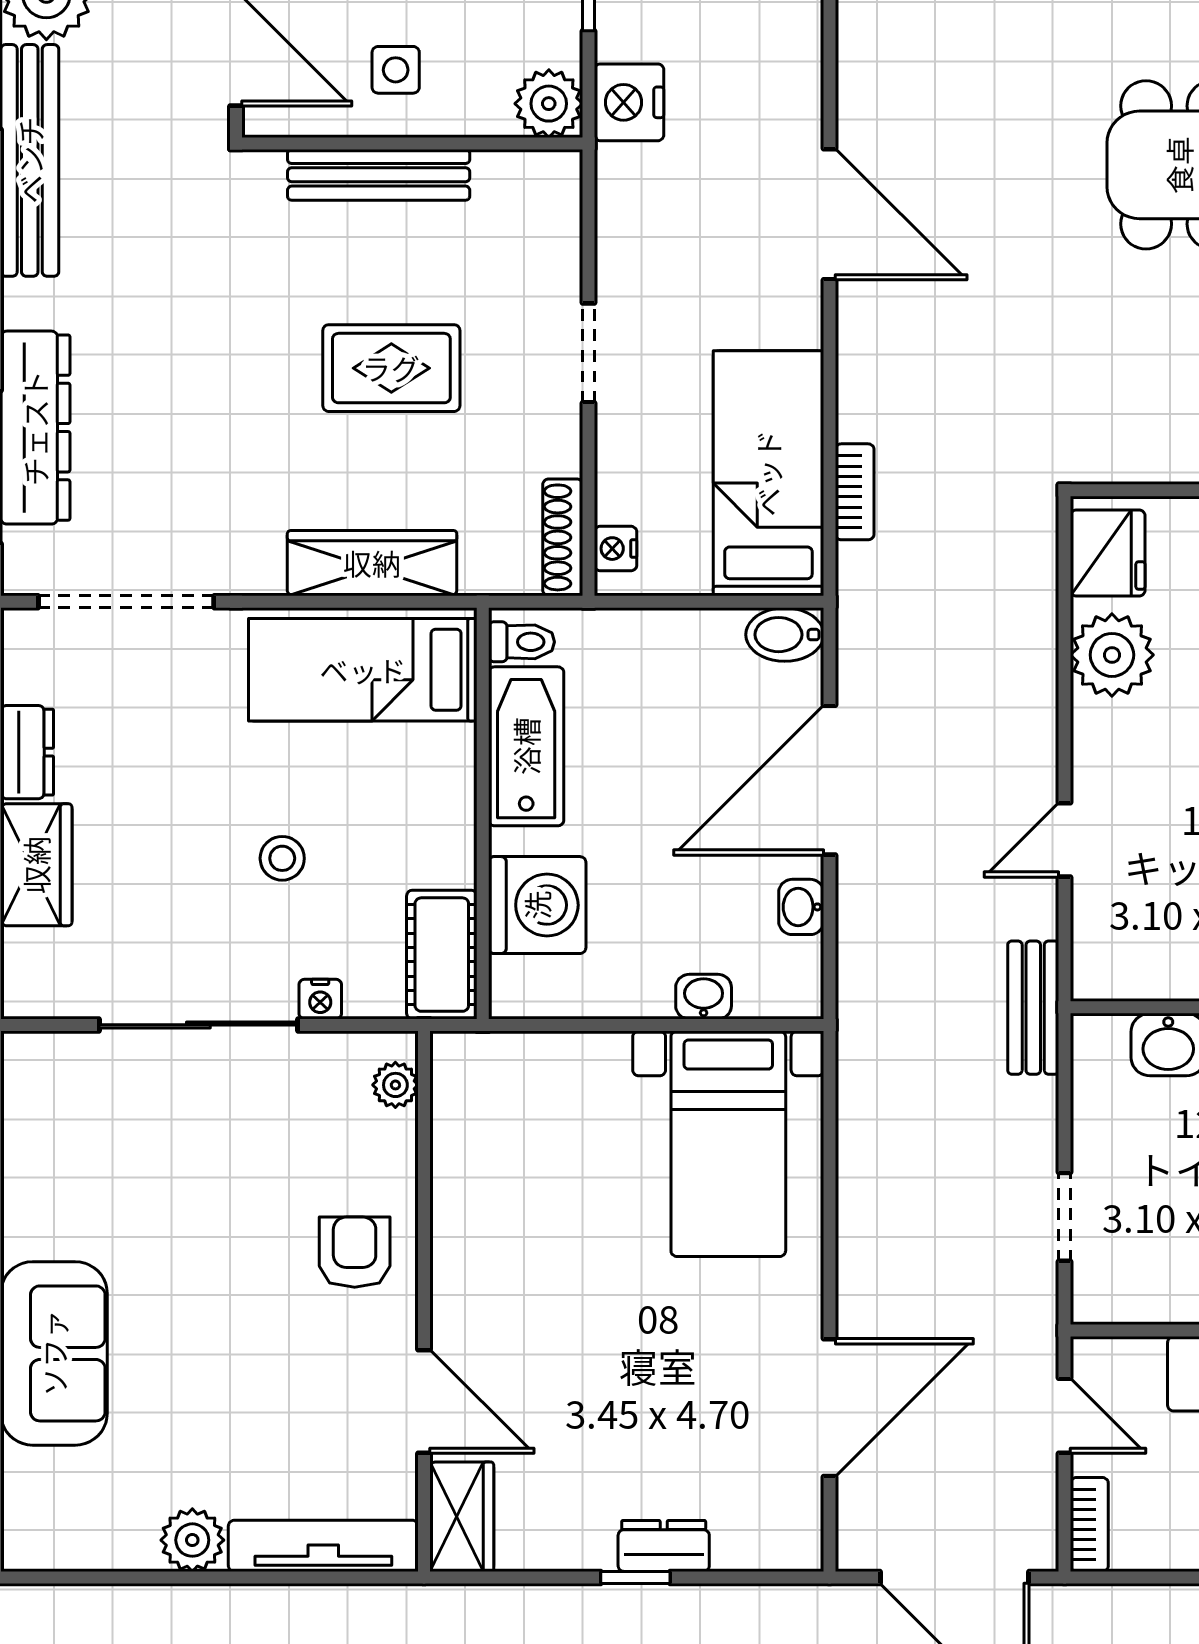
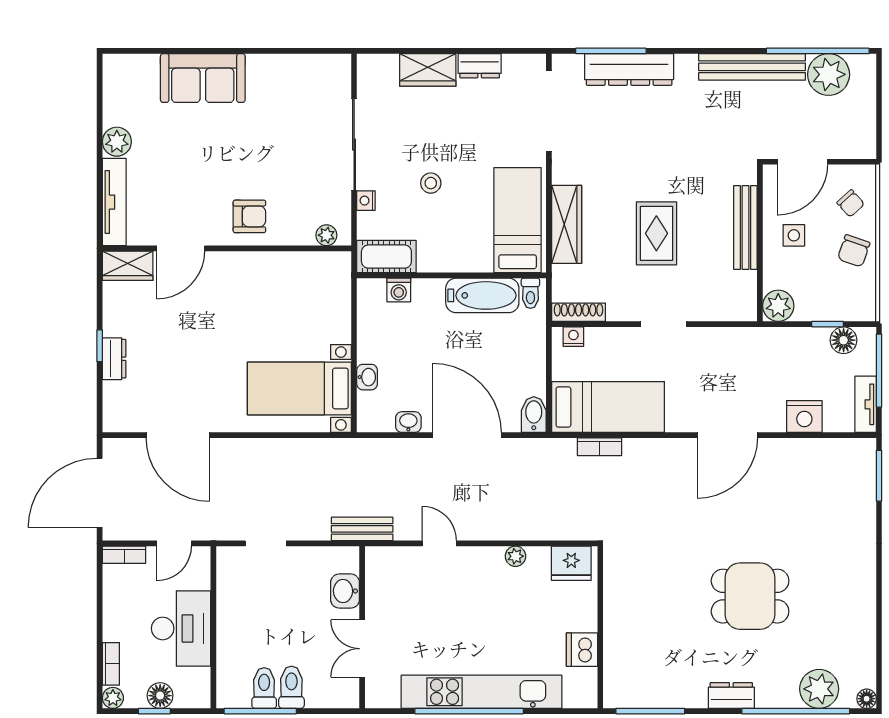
nightstand: (629, 102) -> (804, 416), moved, turned 180
plant: (1112, 655) -> (515, 556), width x0.53, depth x0.53
washing machine: (537, 905) -> (399, 290), width x0.53, depth x0.53

